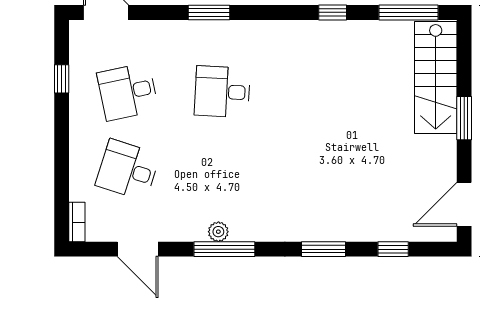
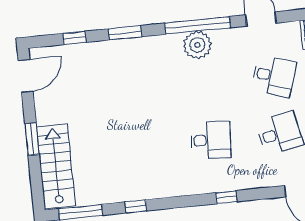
window: (209, 12) -> (226, 197), width x0.67
plant: (218, 232) -> (197, 45), width x1.87, depth x1.87
window: (224, 249) -> (198, 25), width x1.46

